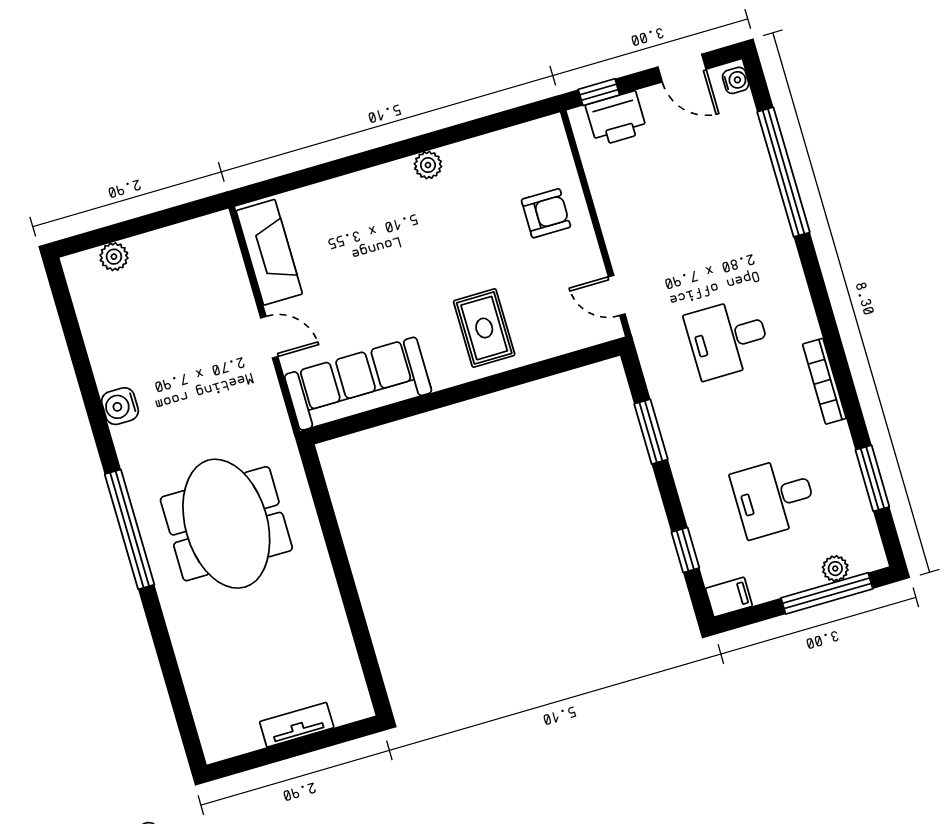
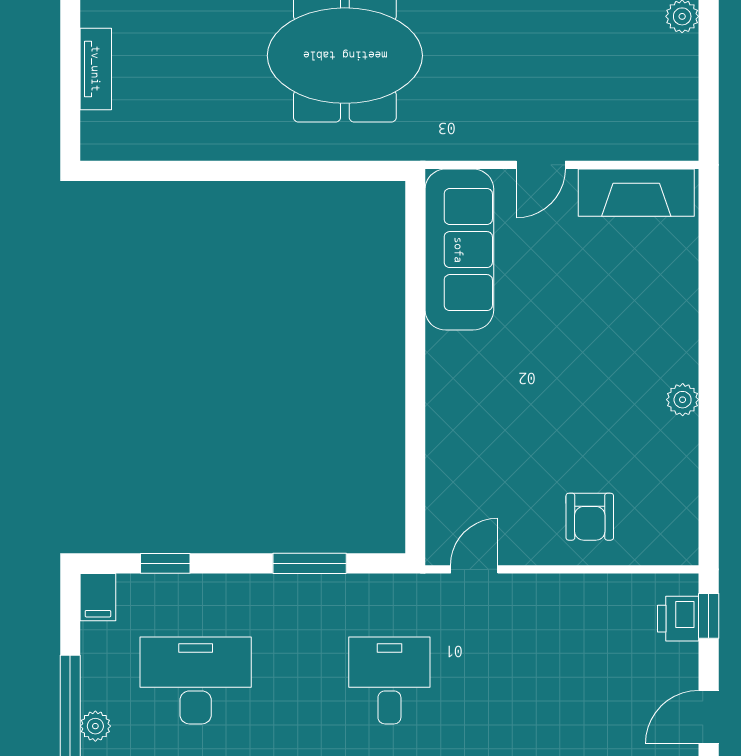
printer: (616, 119) -> (678, 619), width x0.73, depth x0.81
rug: (484, 328) -> (481, 410), removed
desk: (774, 497) -> (196, 680), width x1.37

